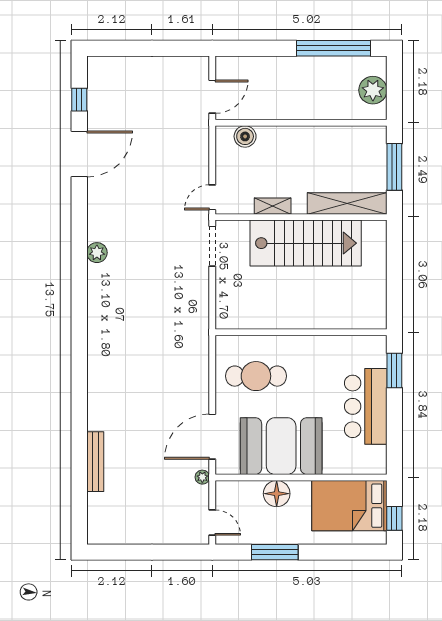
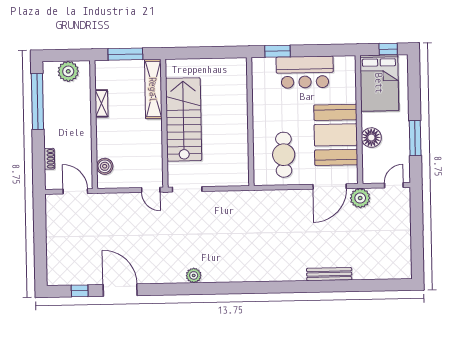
shoe rack: (257, 63) -> (49, 159), added
shelving: (273, 206) -> (102, 103), moved
door: (212, 437) -> (330, 186), hinge flipped
bench: (95, 462) -> (329, 274), moved
plant: (202, 477) -> (360, 198), width x1.88, depth x1.88

